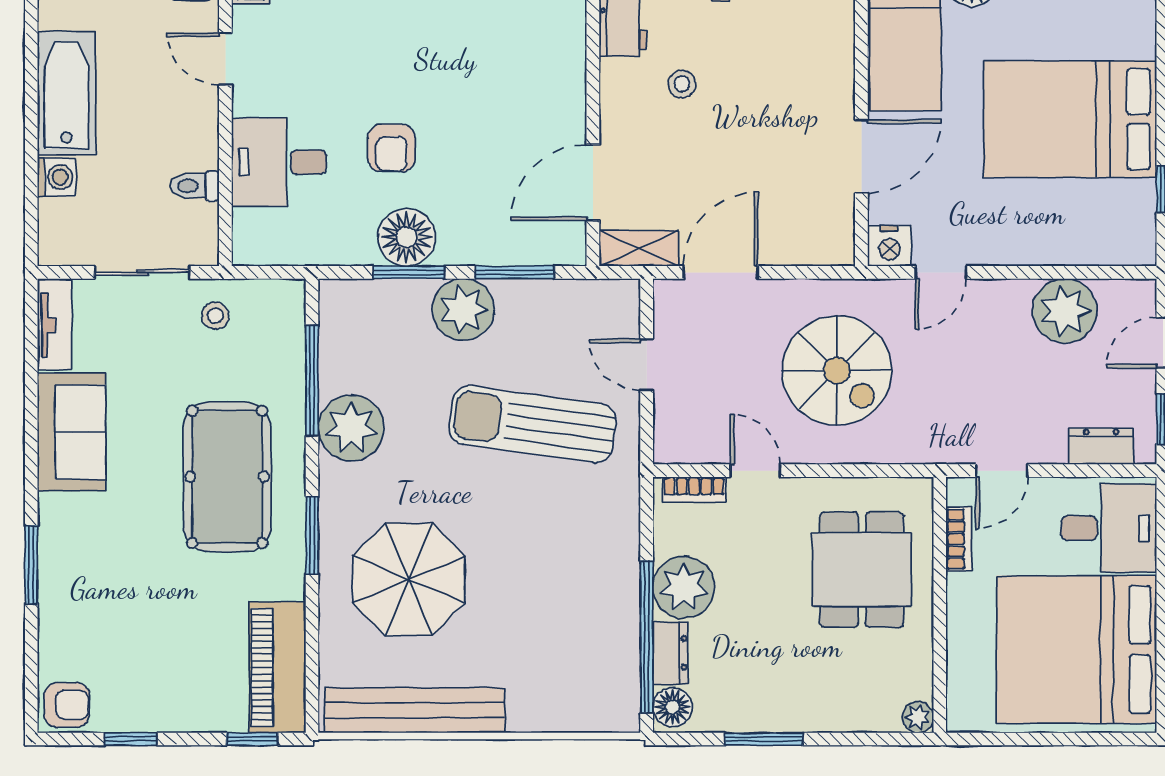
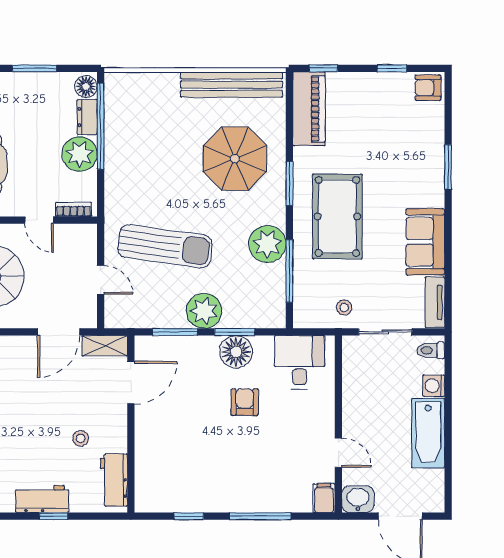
desk: (279, 162) -> (300, 362), moved, turned -90
toilet: (195, 186) -> (431, 350), moved, turned 180

